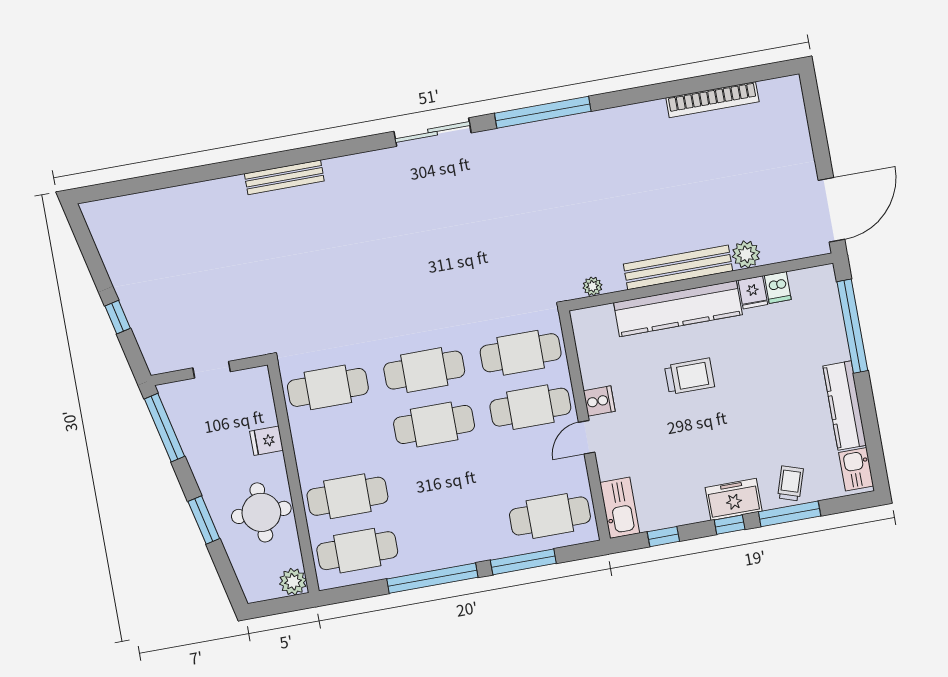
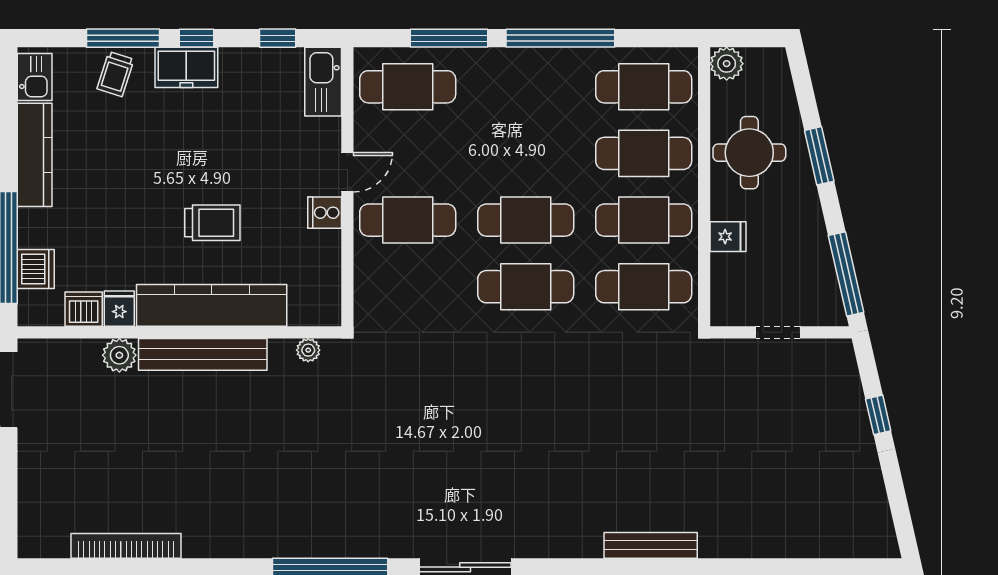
dishwasher: (778, 287) -> (84, 309), width x1.38
dishwasher: (827, 313) -> (36, 269), added
cafe table: (521, 353) -> (644, 220), moved
trolley: (689, 376) -> (212, 223), turned 180

